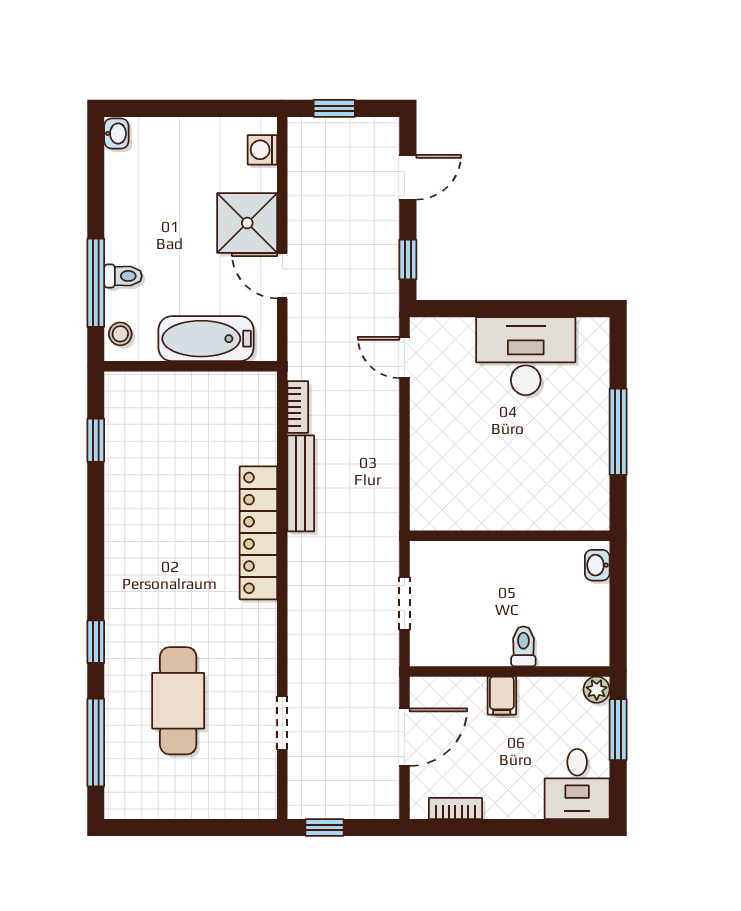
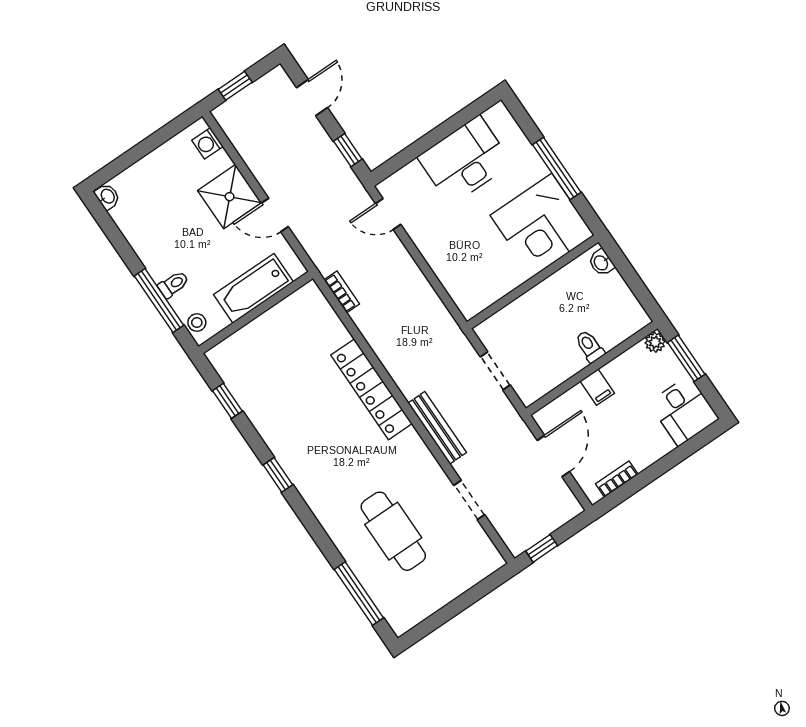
corner desk: (561, 482) -> (542, 225), added
bench: (301, 483) -> (437, 428), moved
window: (96, 642) -> (278, 475), moved

